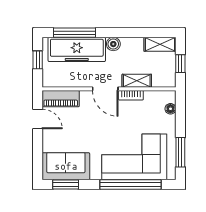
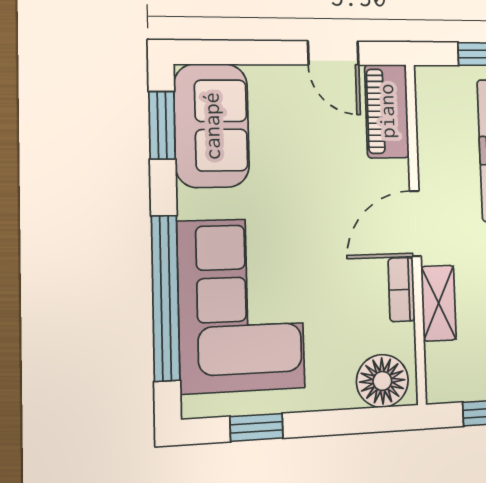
floor lamp: (170, 109) -> (382, 381), width x1.89, depth x1.89
door: (38, 119) -> (333, 53), hinge flipped
window: (180, 152) -> (257, 427), width x0.67

